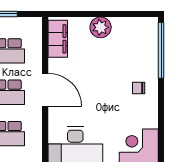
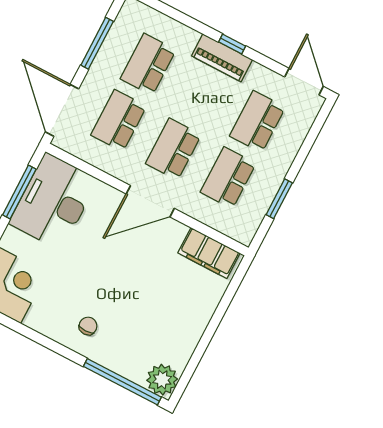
plant: (101, 27) -> (162, 380), moved

